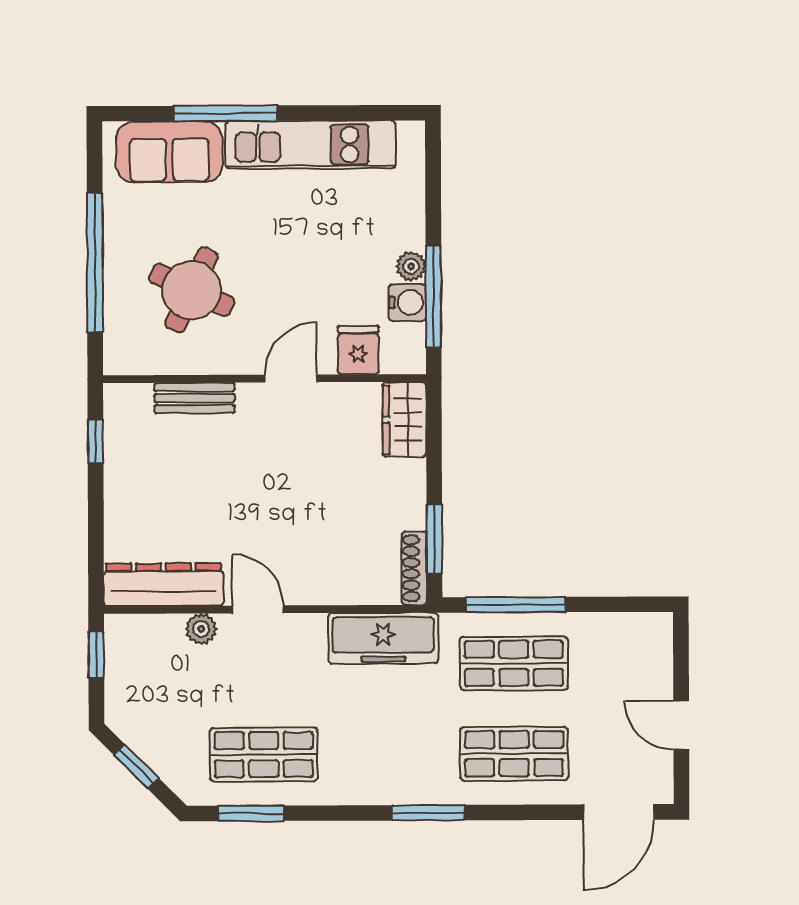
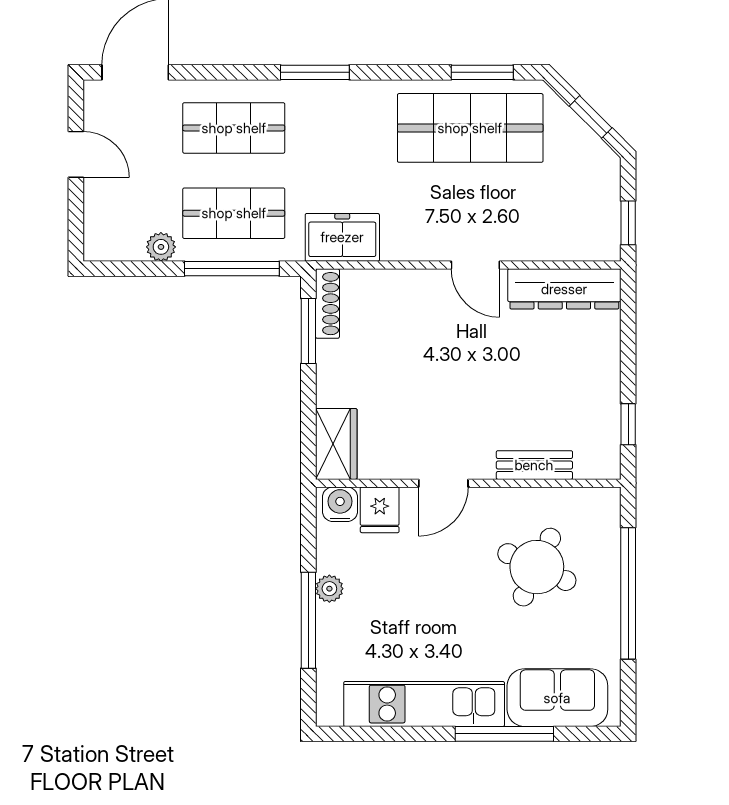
window: (434, 297) -> (308, 620), moved
water cooler: (407, 303) -> (340, 504), moved, turned 90
plant: (201, 629) -> (161, 247), moved
freezer: (383, 638) -> (342, 237), width x0.71
shop shelf: (264, 755) -> (470, 128), width x1.43, depth x1.36

